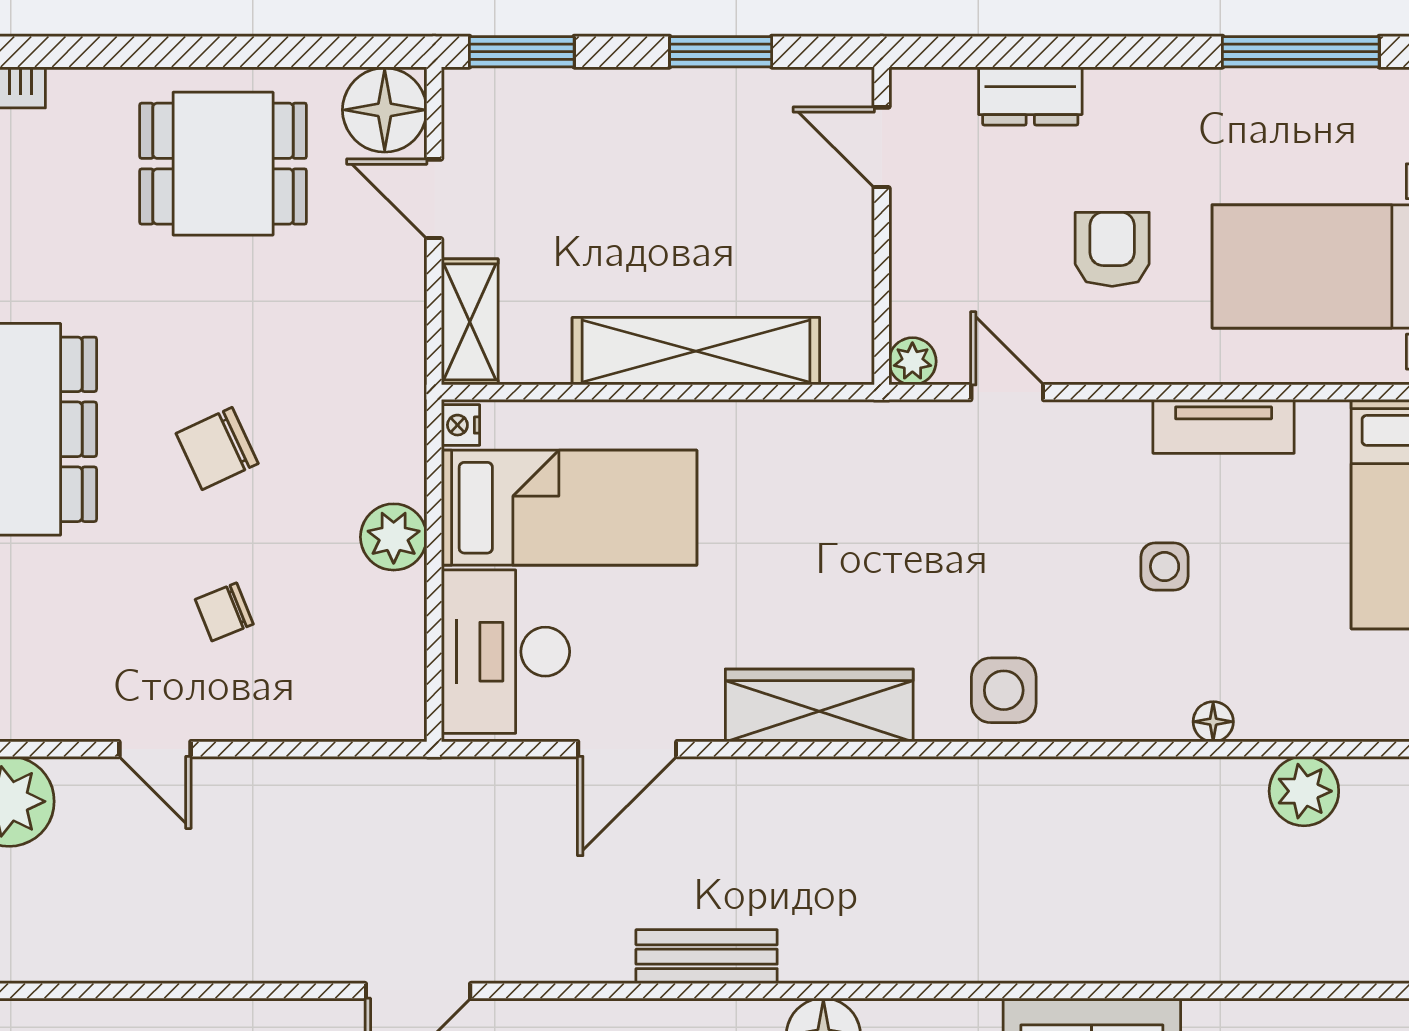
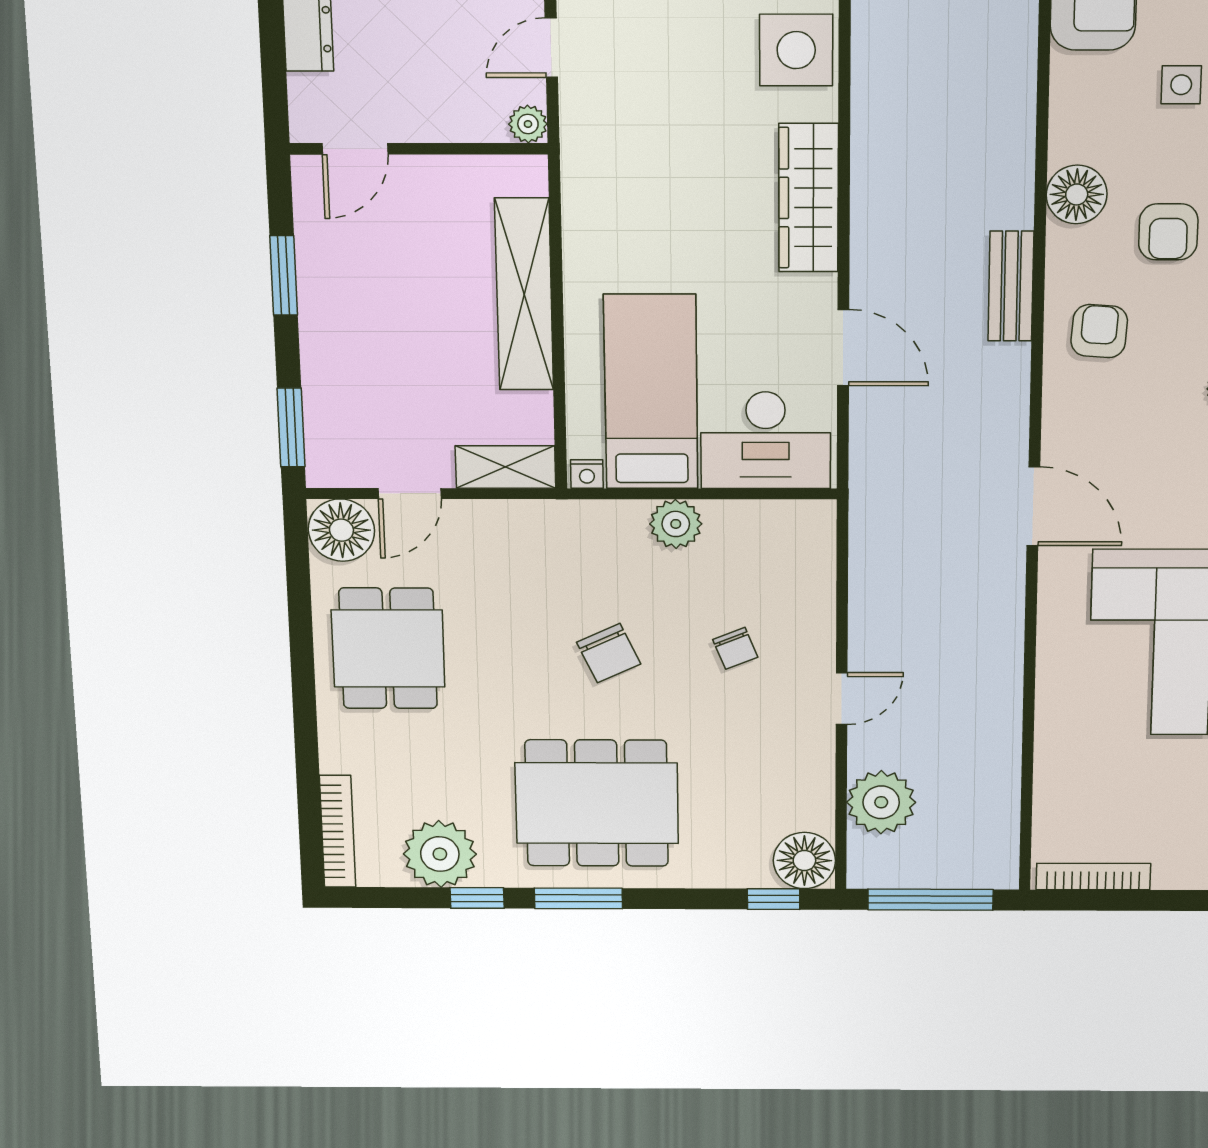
side table: (1004, 690) -> (796, 50), width x1.37, depth x1.37

